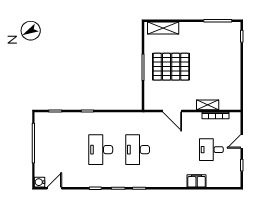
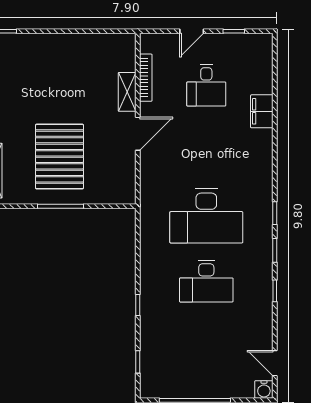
door: (172, 111) -> (138, 134), moved
door: (242, 141) -> (192, 31), hinge flipped
desk: (138, 150) -> (206, 216), width x1.36, depth x1.30

